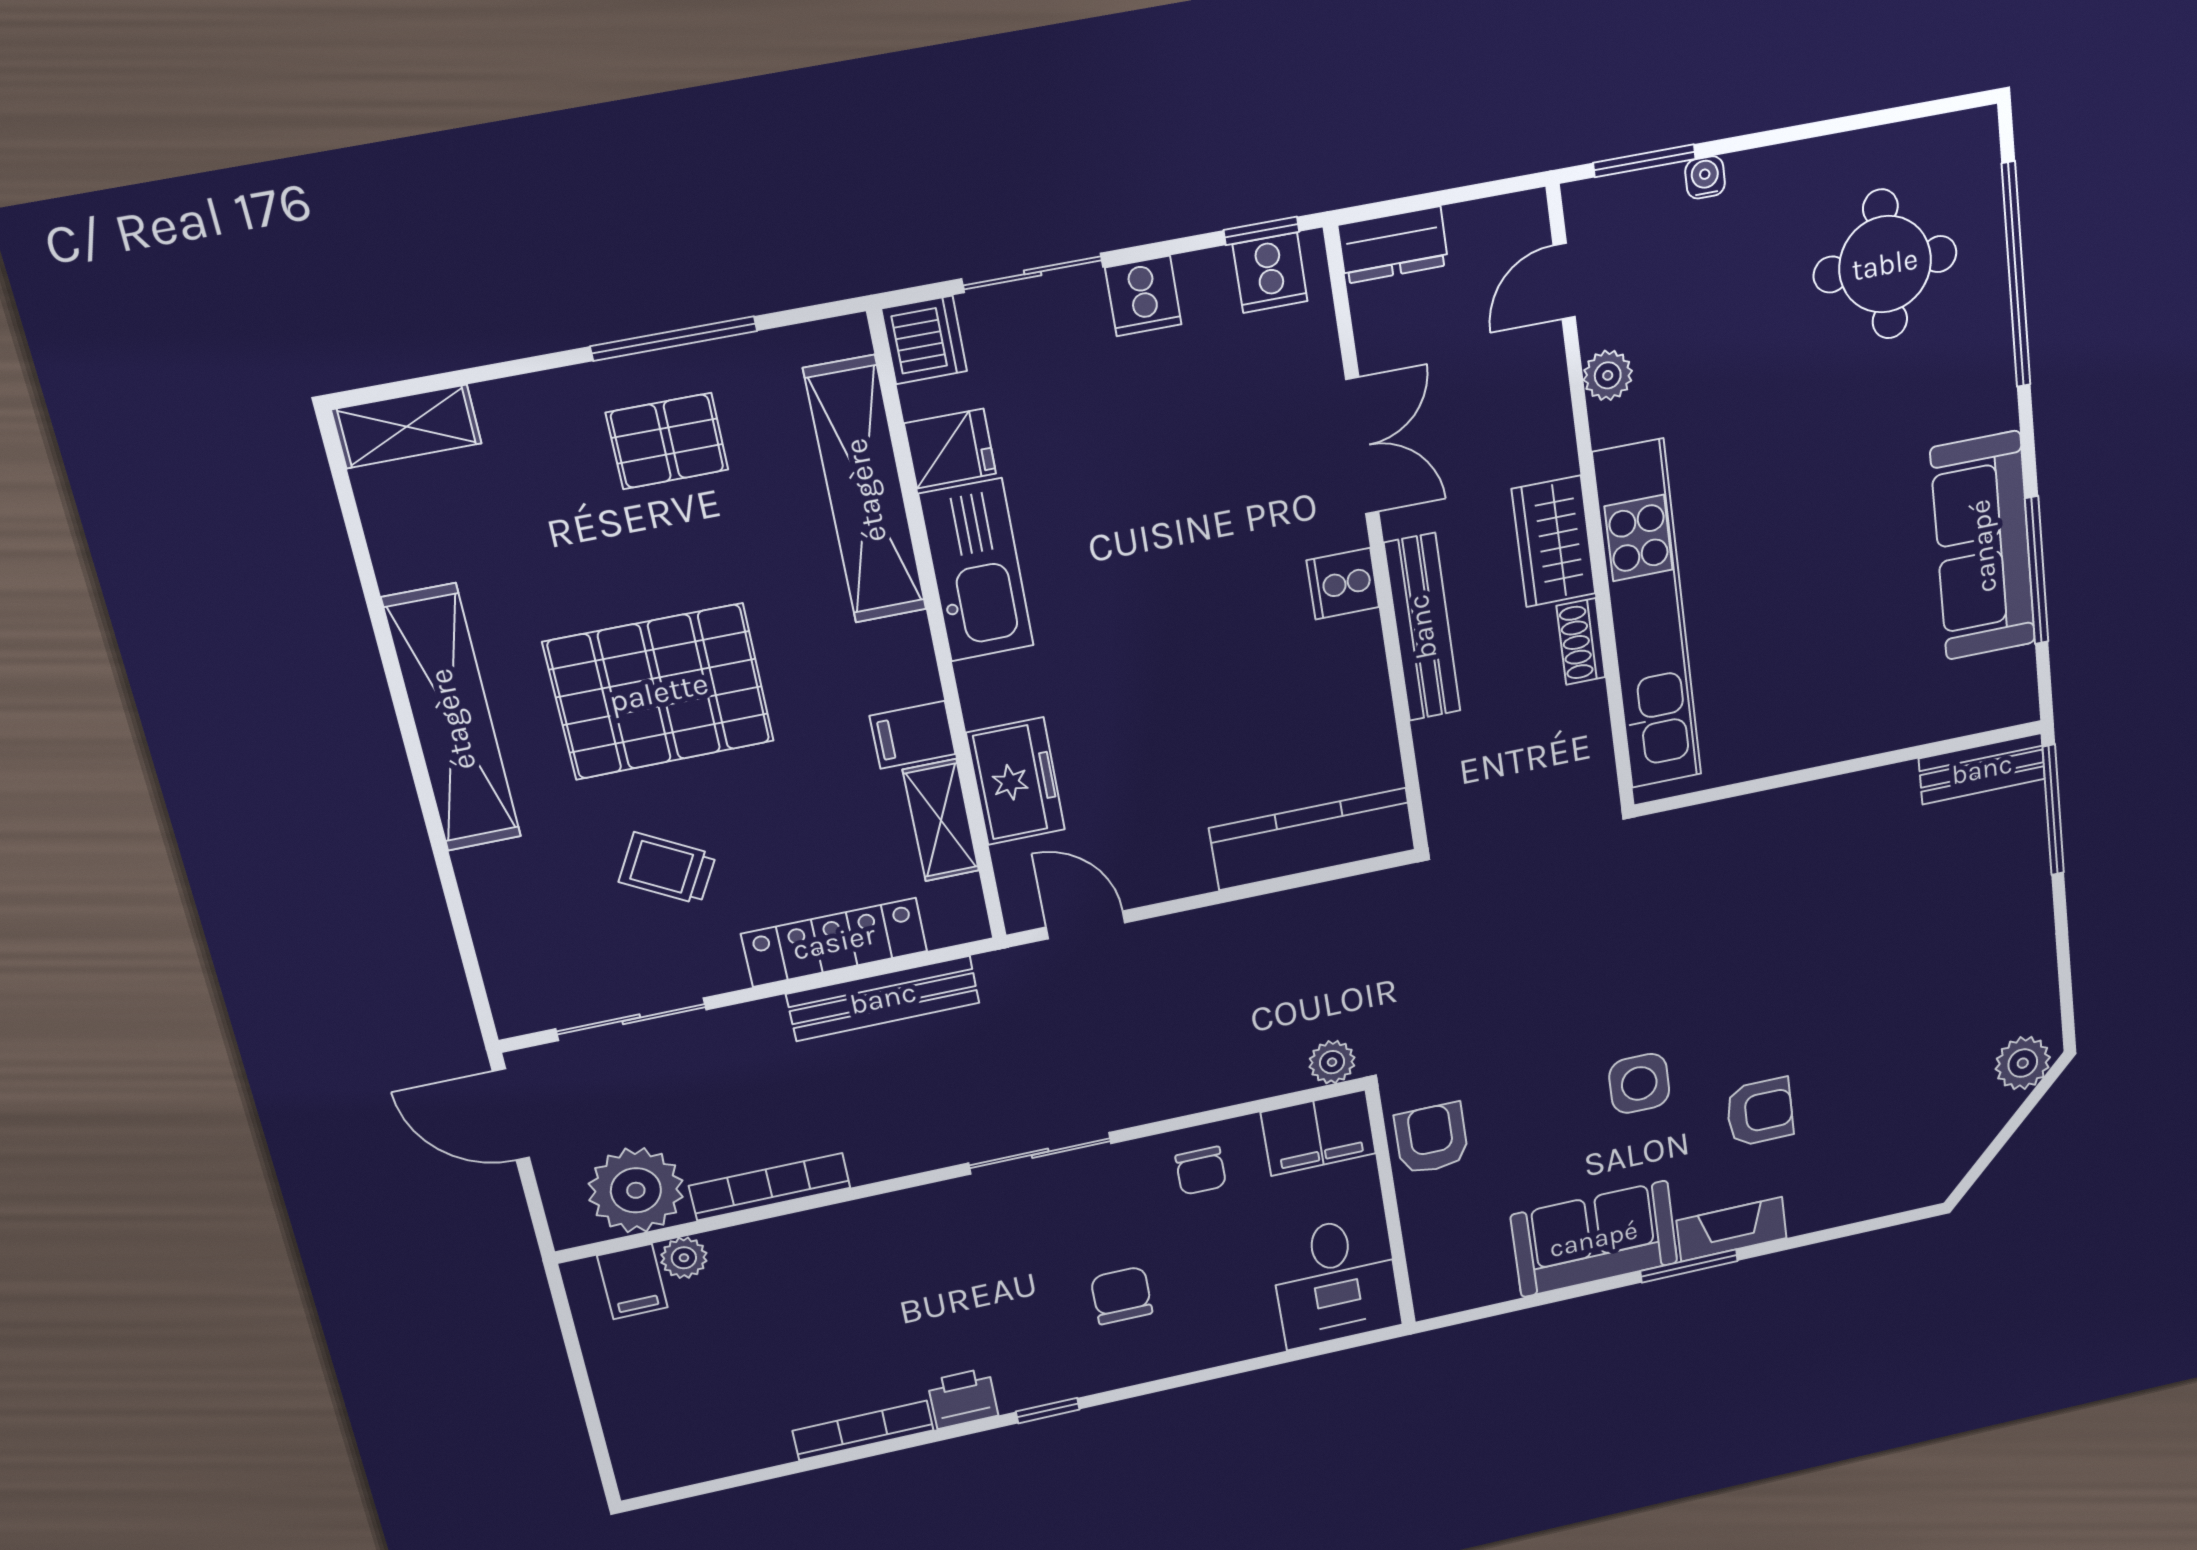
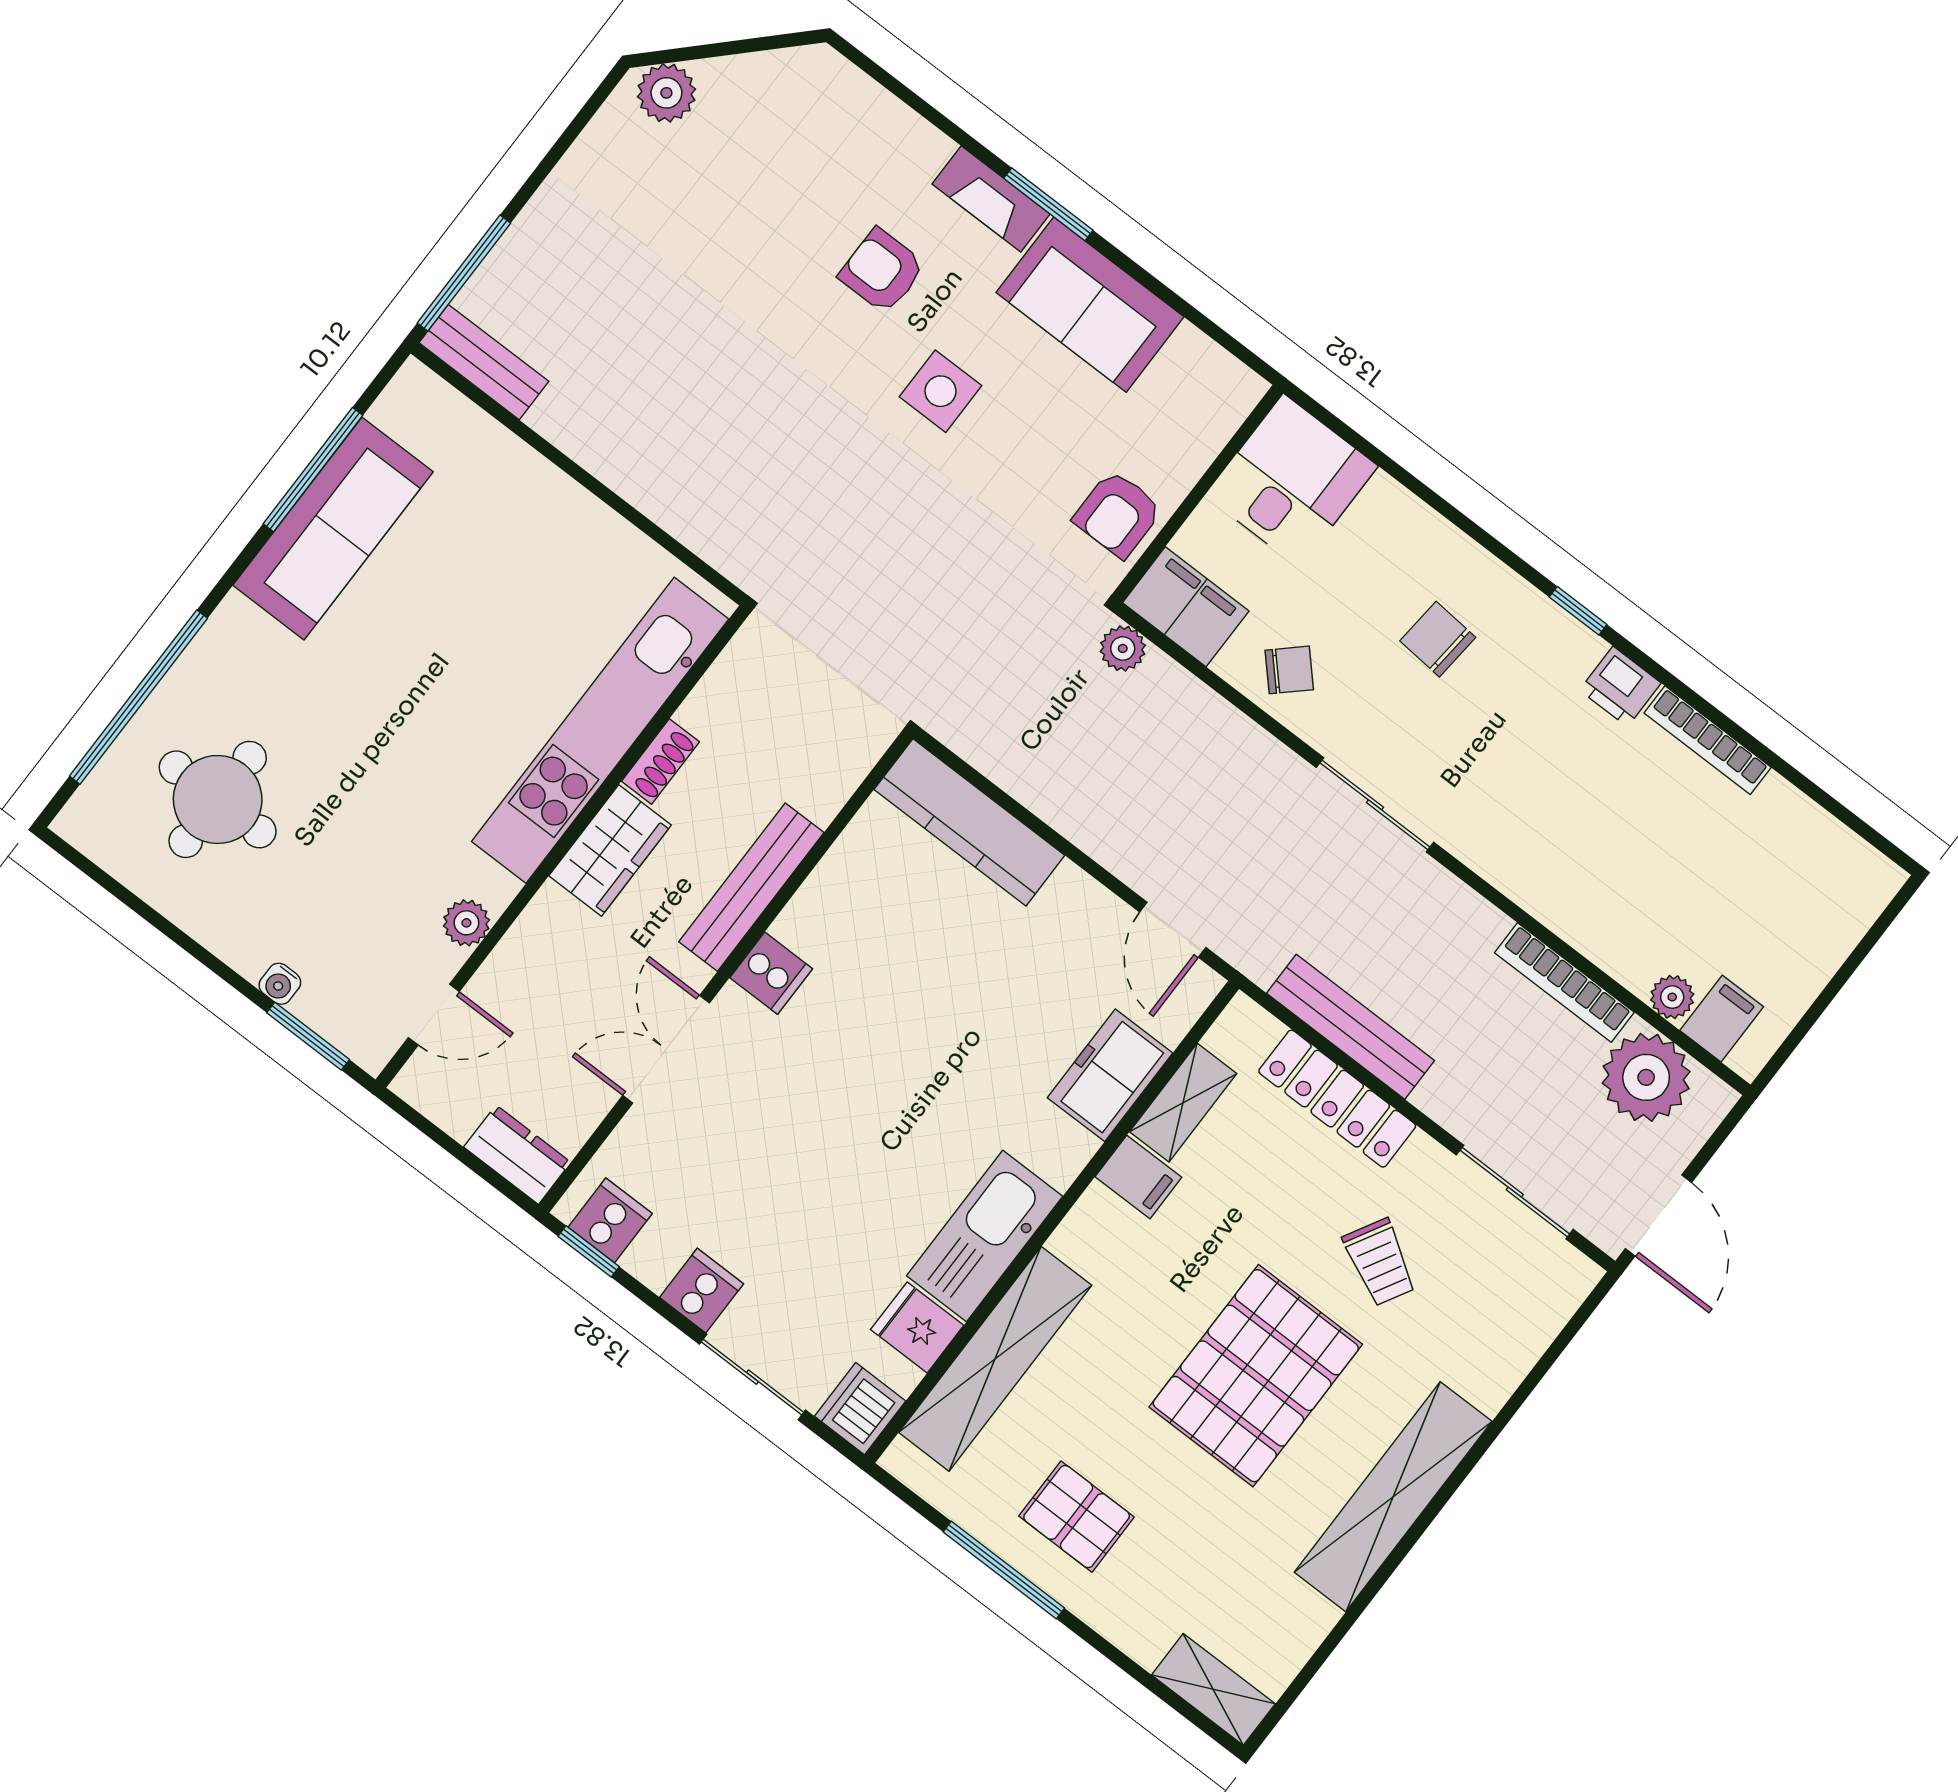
pallet: (659, 692) -> (1256, 1376), turned 90
chair: (1201, 1171) -> (1289, 670), turned 47
chair: (1122, 1295) -> (1438, 639), turned 95

